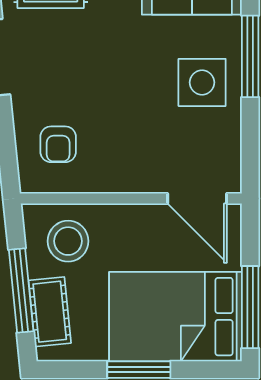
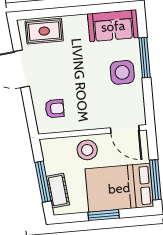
armchair: (58, 144) -> (55, 109), turned -90
stool: (68, 241) -> (87, 150), moved

